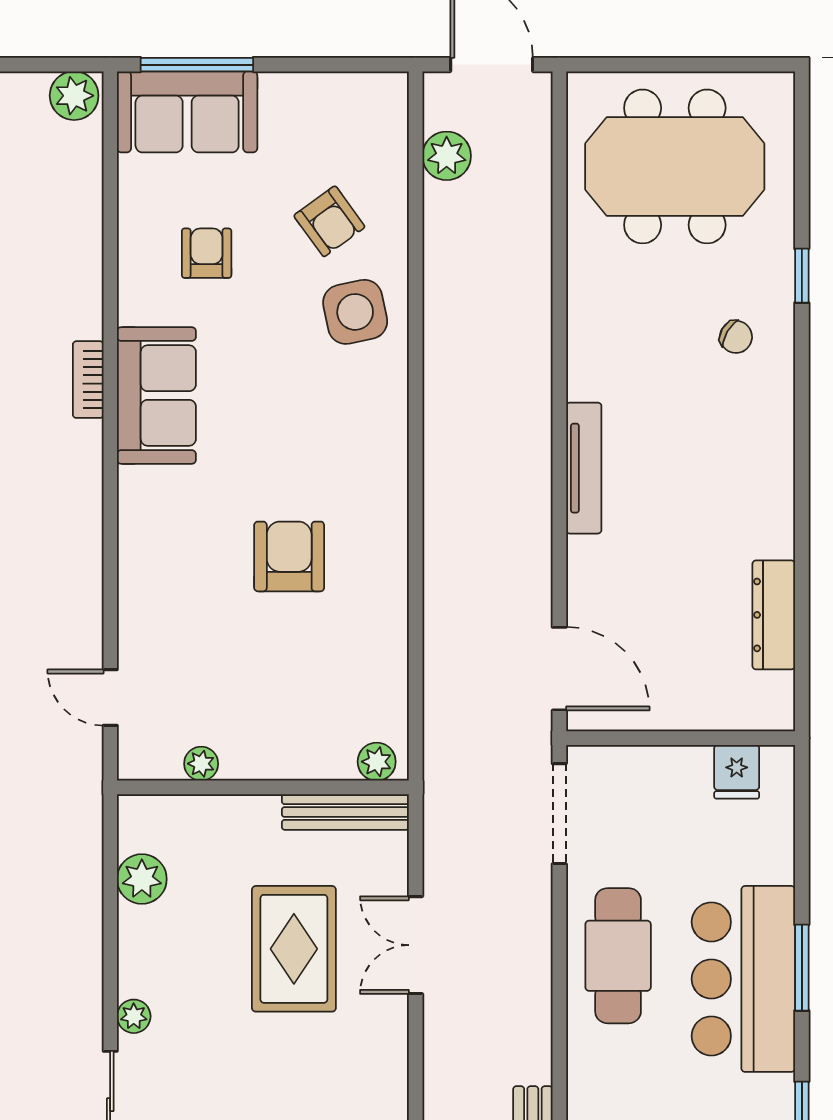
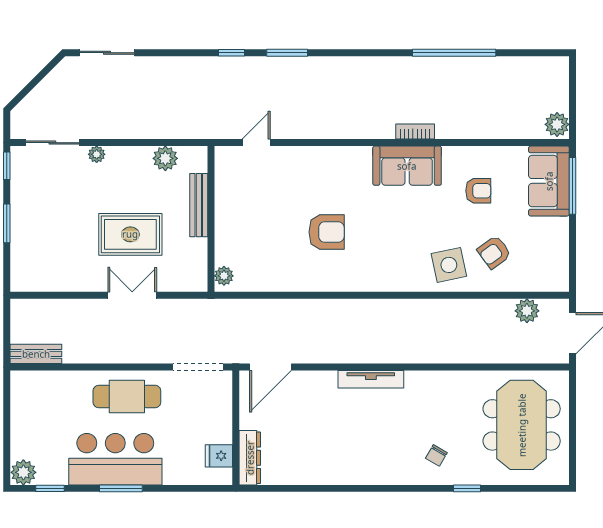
dresser: (774, 615) -> (250, 458), moved, turned 90
plant: (201, 764) -> (223, 188), removed
bench: (345, 812) -> (199, 205), moved

